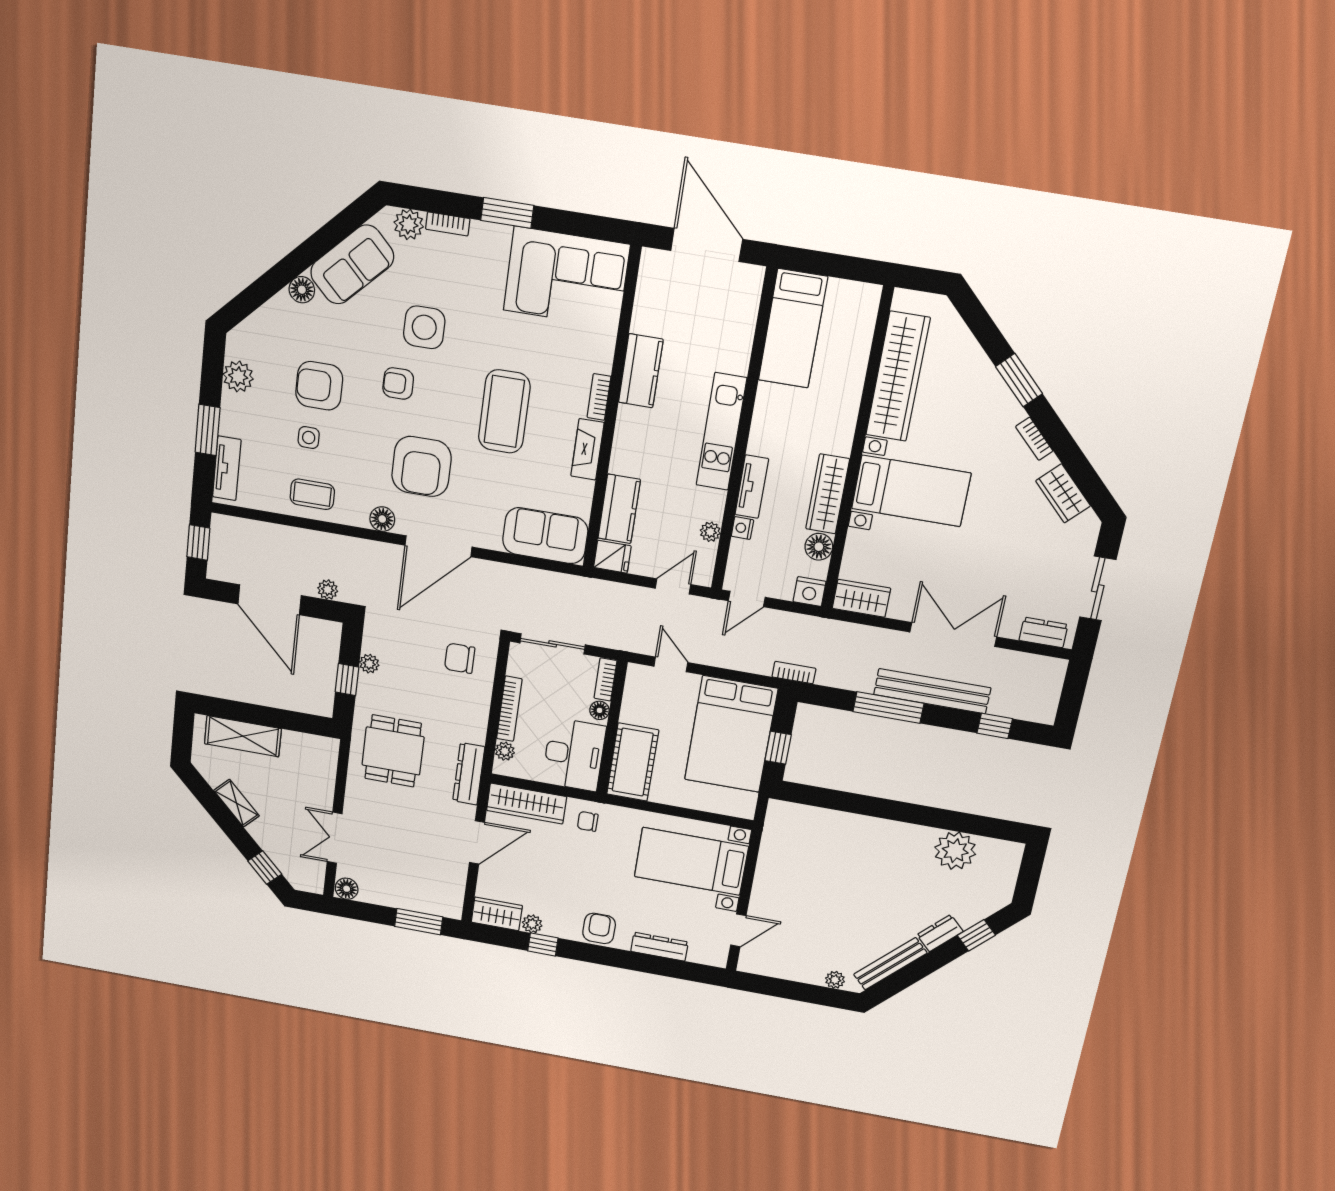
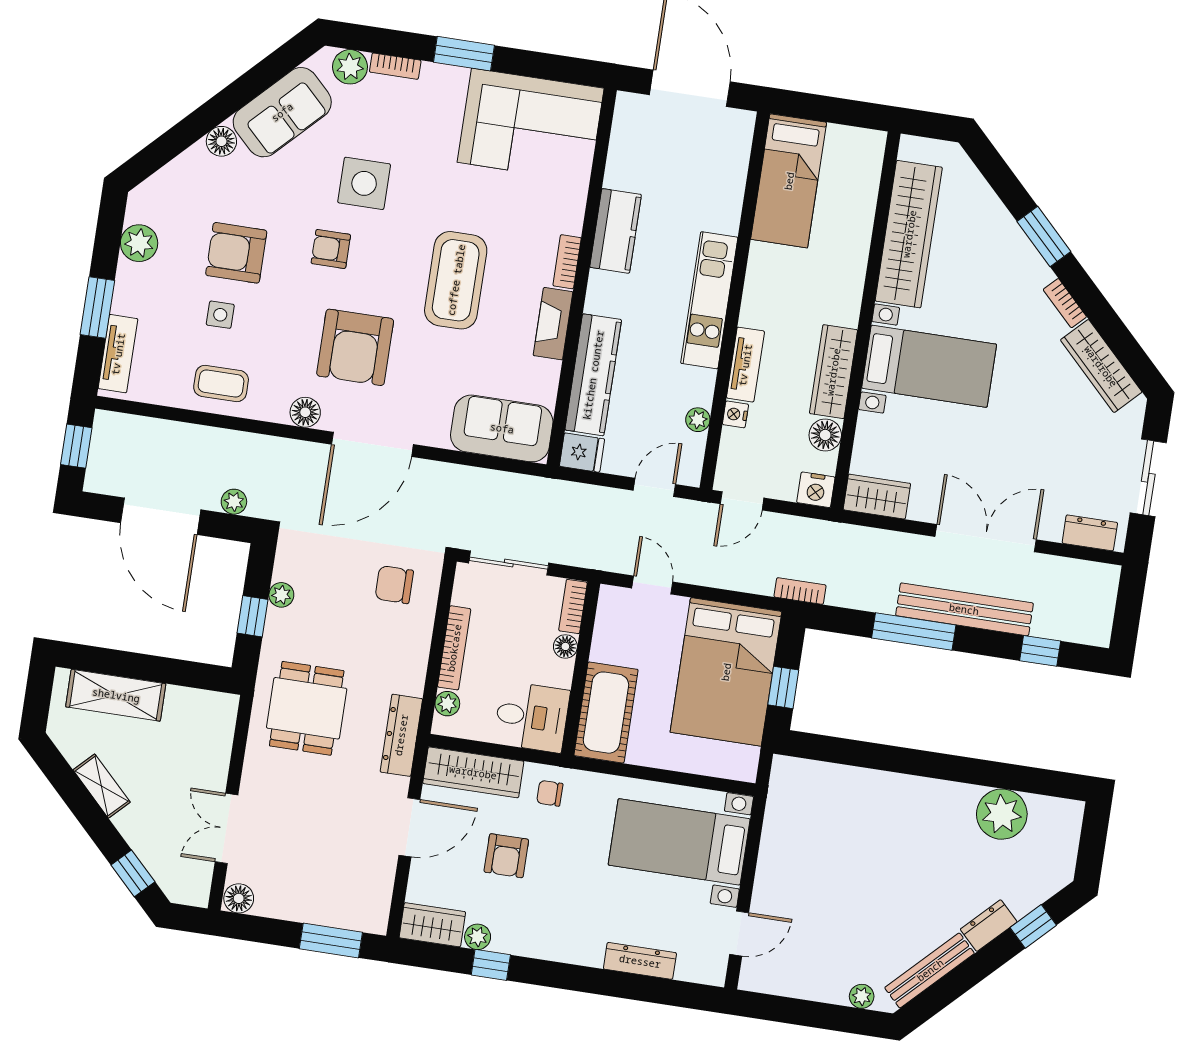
wardrobe: (1063, 493) -> (1101, 366), width x1.50
kitchen counter: (619, 509) -> (593, 375), width x1.50
desk: (574, 755) -> (532, 717), width x0.73
armchair: (599, 928) -> (506, 856), moved, turned 180

